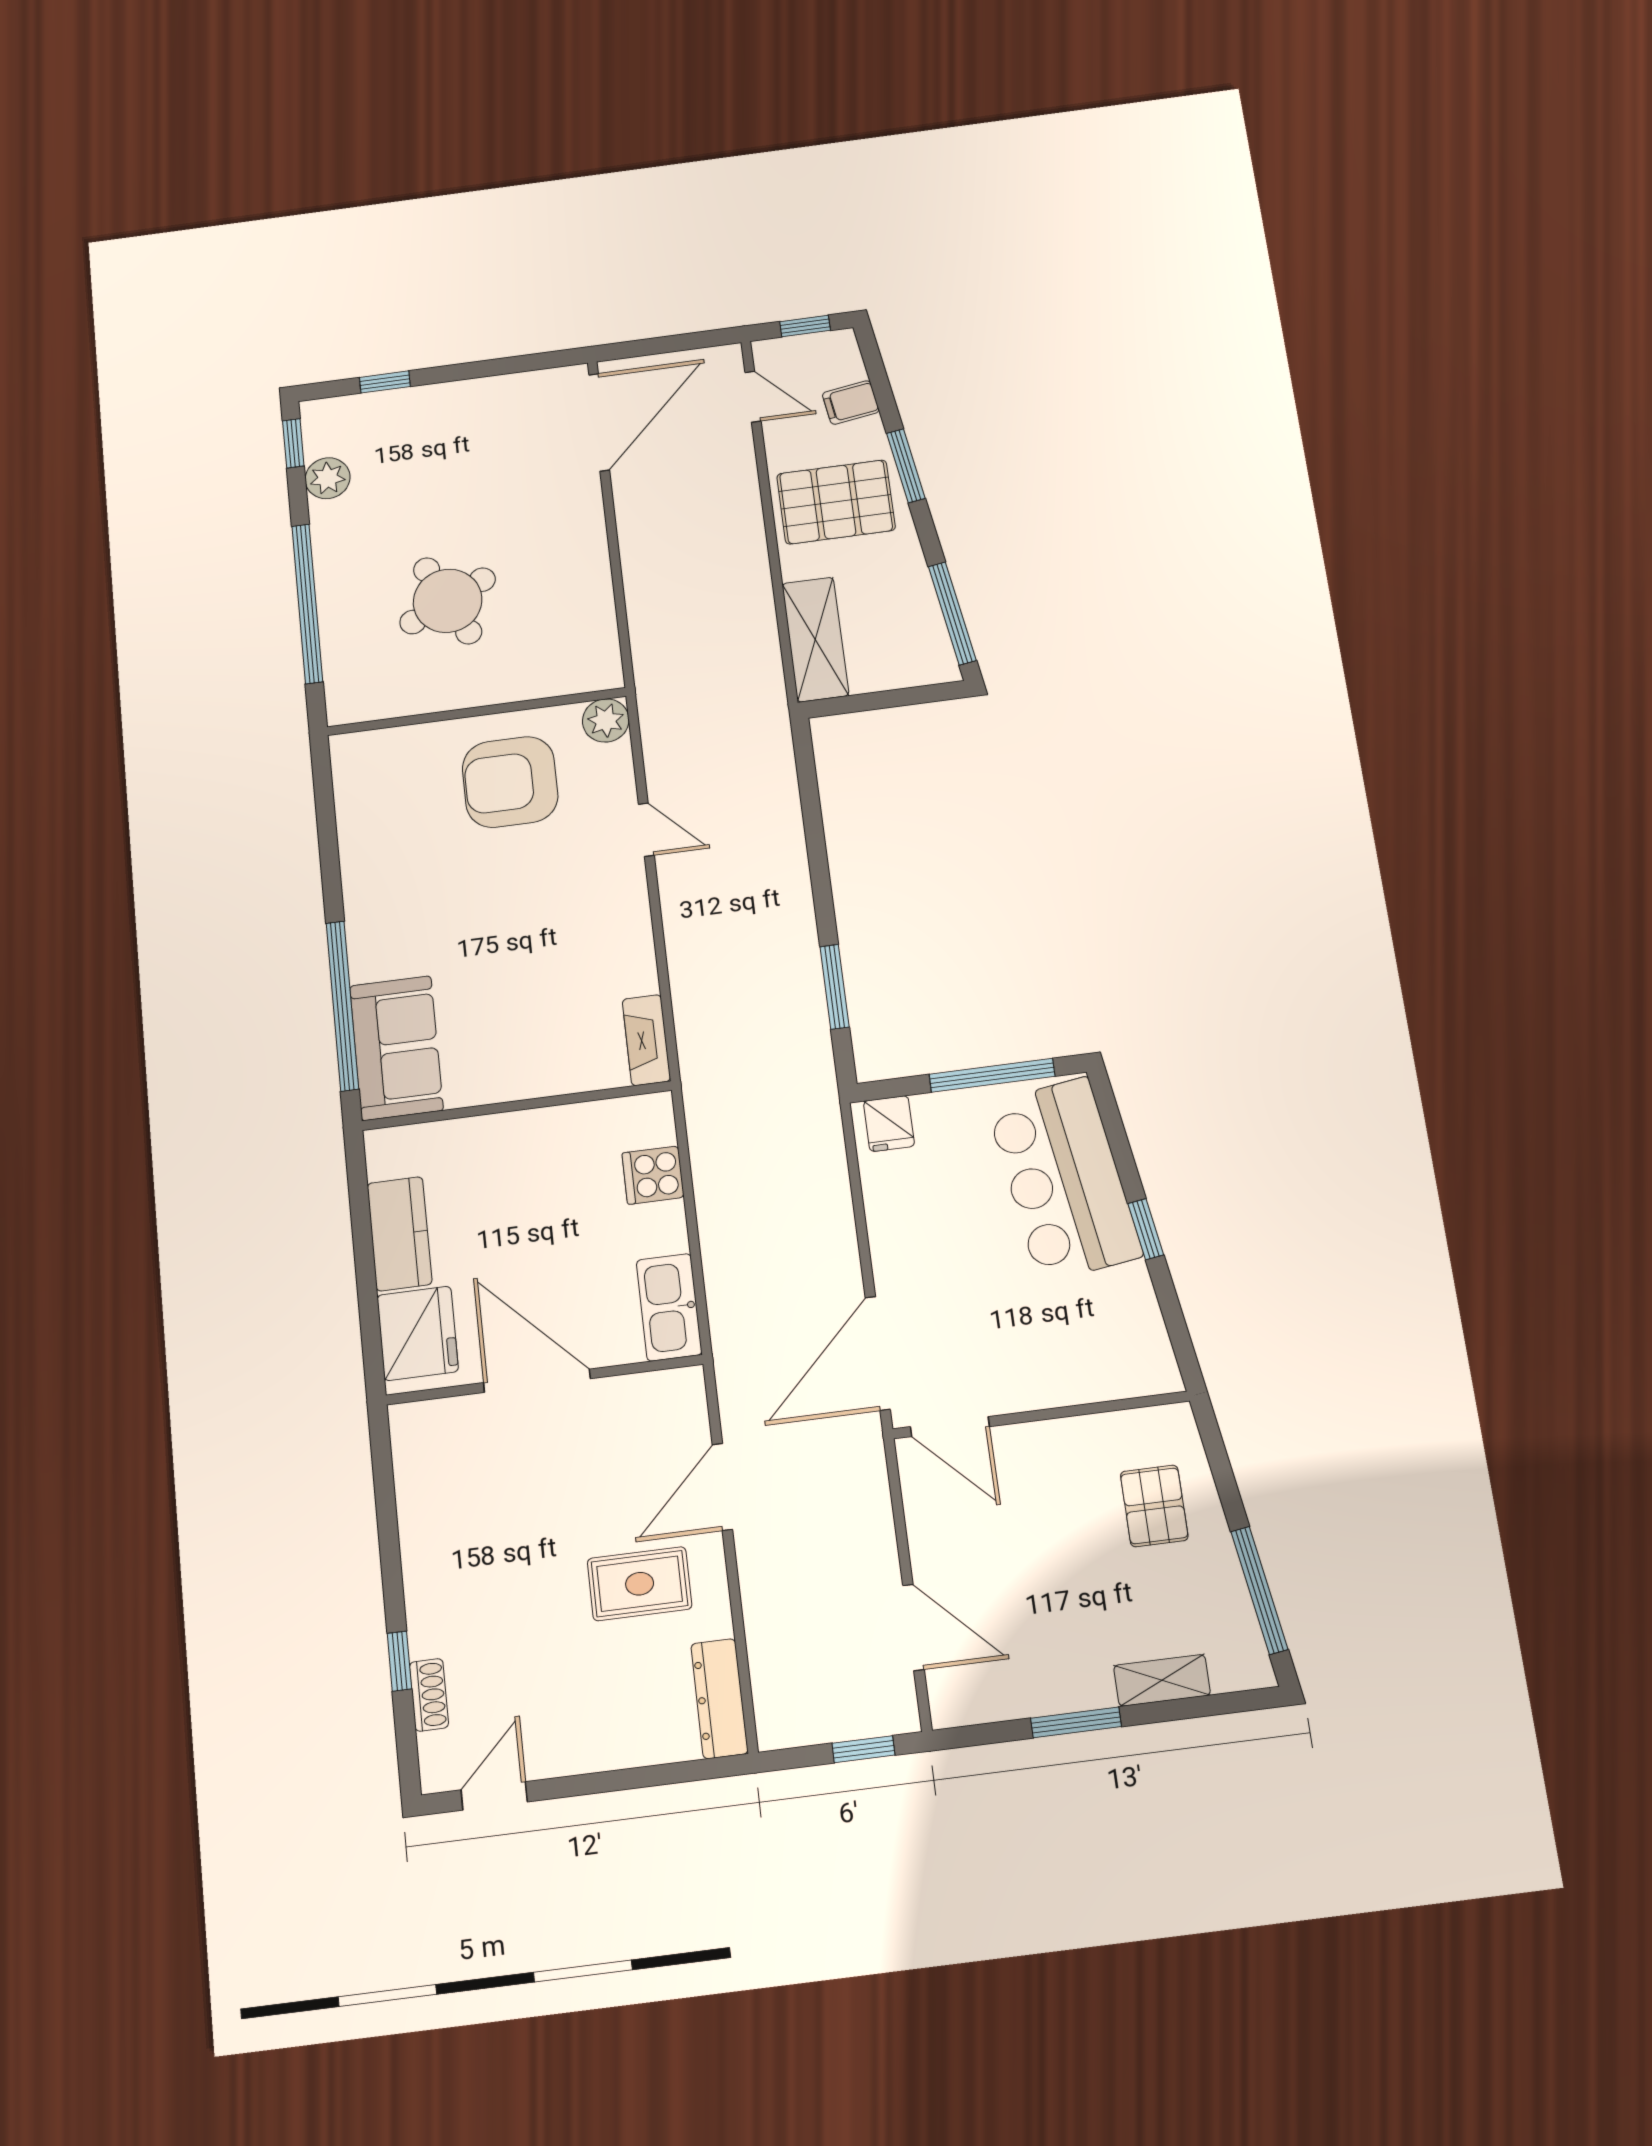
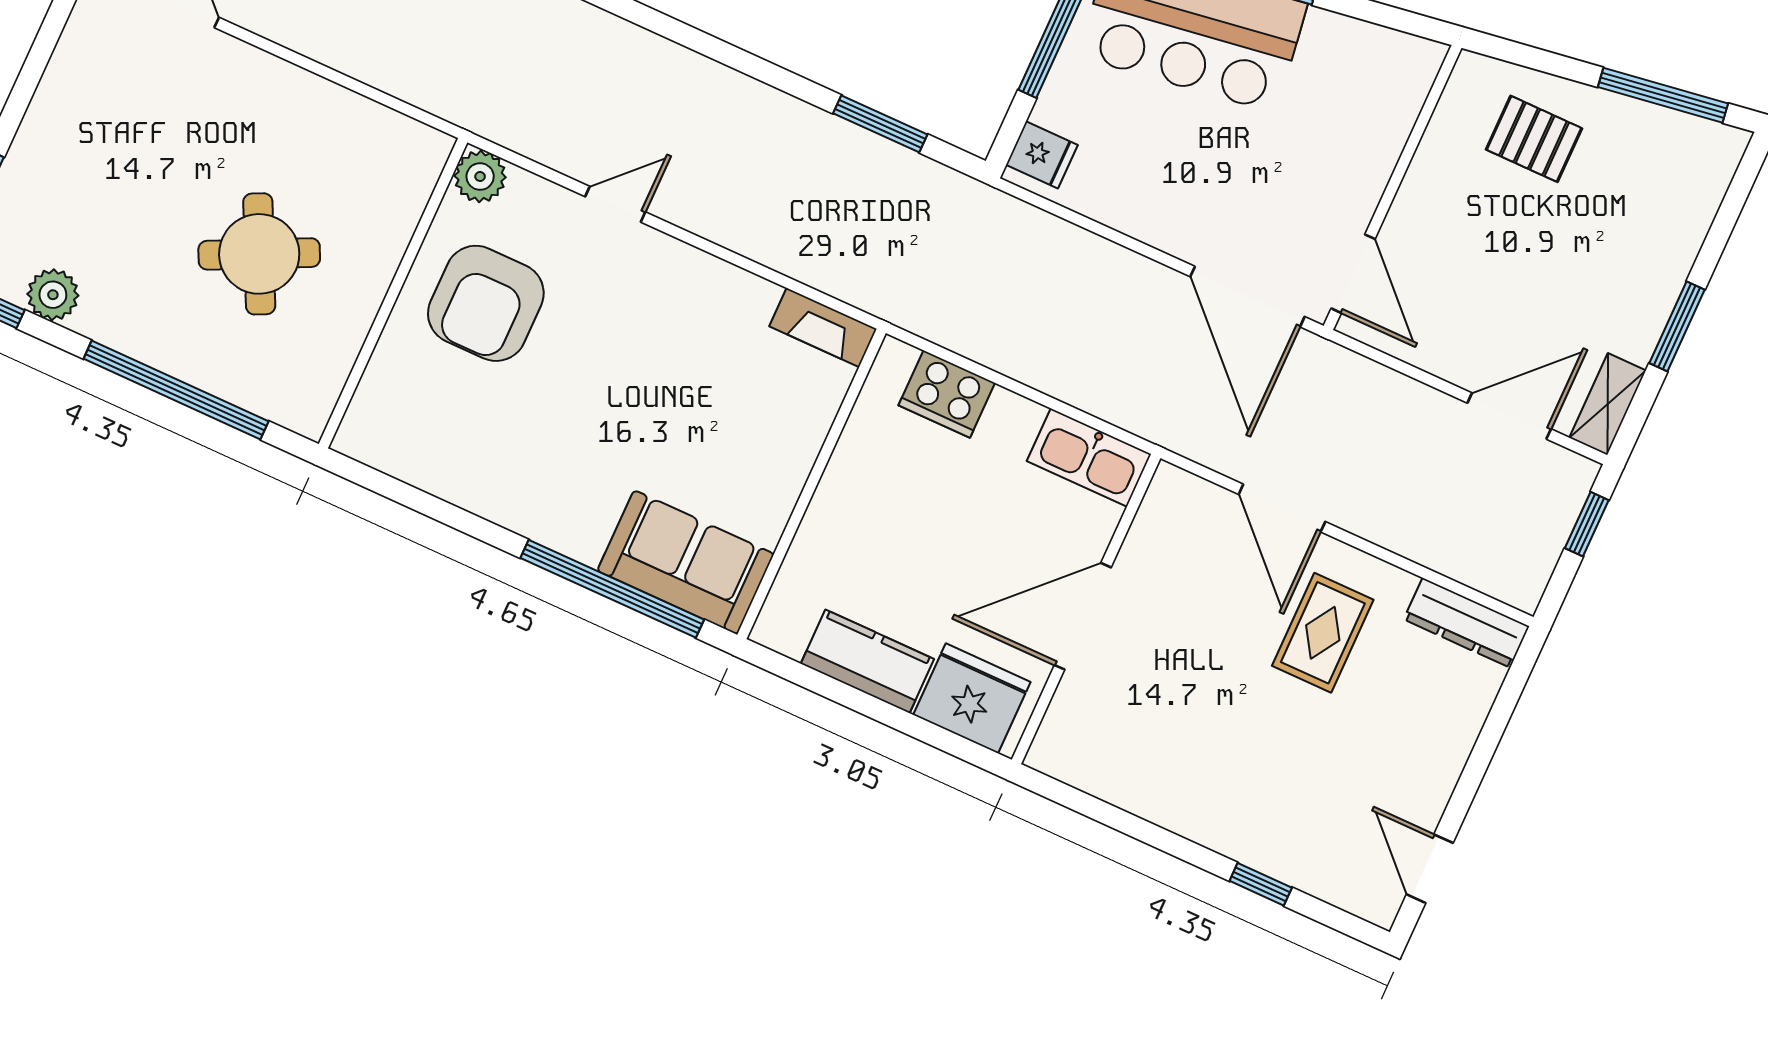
cooker: (653, 1175) -> (947, 394), width x1.36
door: (950, 1427) -> (1353, 274), hinge flipped
shelving: (1162, 1680) -> (1608, 404), moved
shoe rack: (429, 1695) -> (1307, 875), removed

